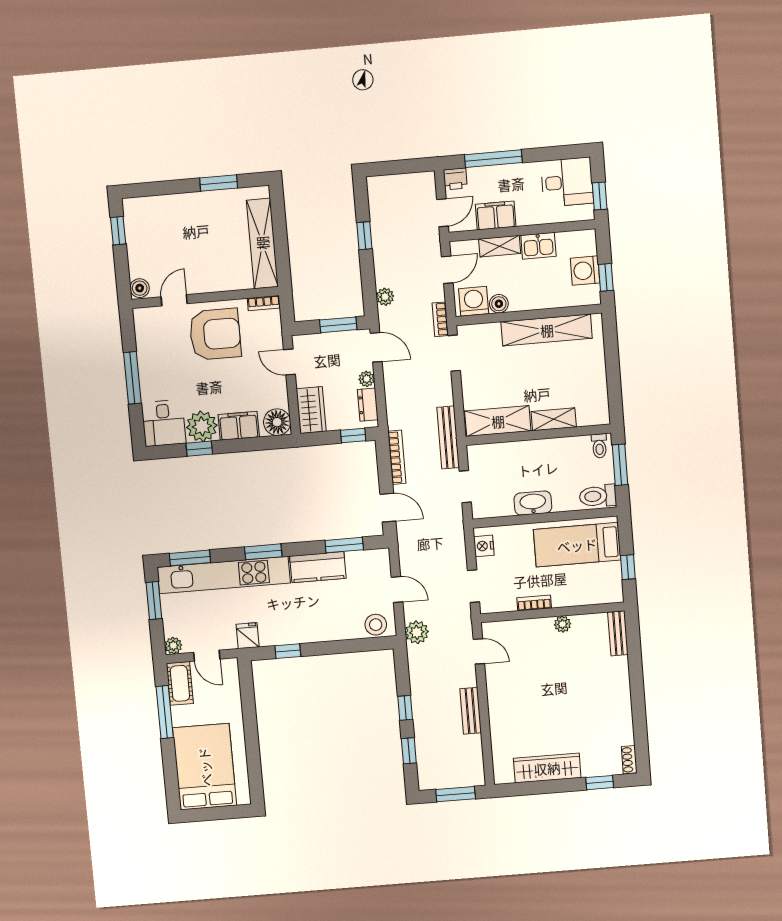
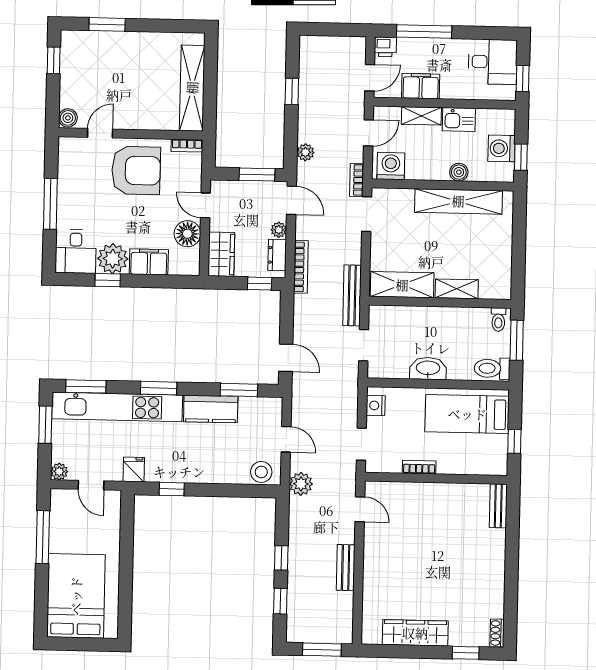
window: (219, 183) -> (107, 24), moved
boiler: (499, 304) -> (459, 172), moved
floor lamp: (277, 422) -> (187, 234), moved
bookcase: (397, 457) -> (301, 267), moved
plant: (562, 624) -> (445, 491), removed
cot: (180, 683) -> (61, 510), removed

